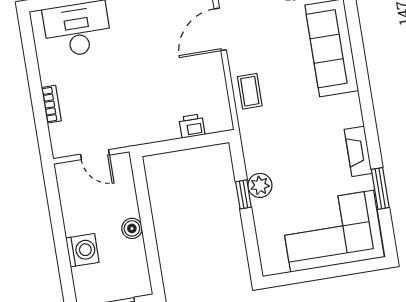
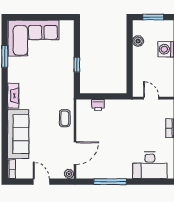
fireplace: (358, 151) -> (13, 96), moved
plant: (260, 185) -> (67, 68), removed
boiler: (132, 228) -> (138, 41), moved

